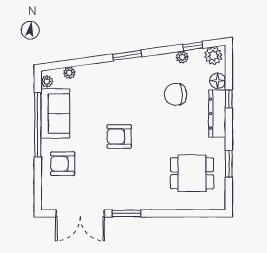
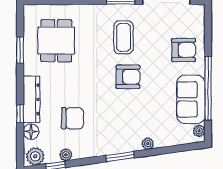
plant: (69, 73) -> (148, 144), moved
dining table: (192, 173) -> (56, 41), turned 90
coffee table: (124, 177) -> (124, 37), added

